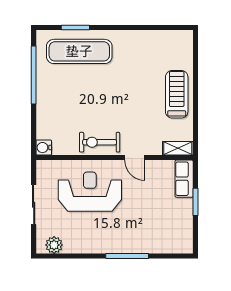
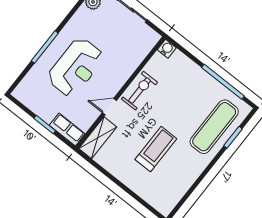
treadmill: (177, 94) -> (156, 149), moved, turned -90
shelving: (178, 148) -> (98, 138), width x1.50, depth x1.33
reception desk: (90, 192) -> (76, 67), moved

